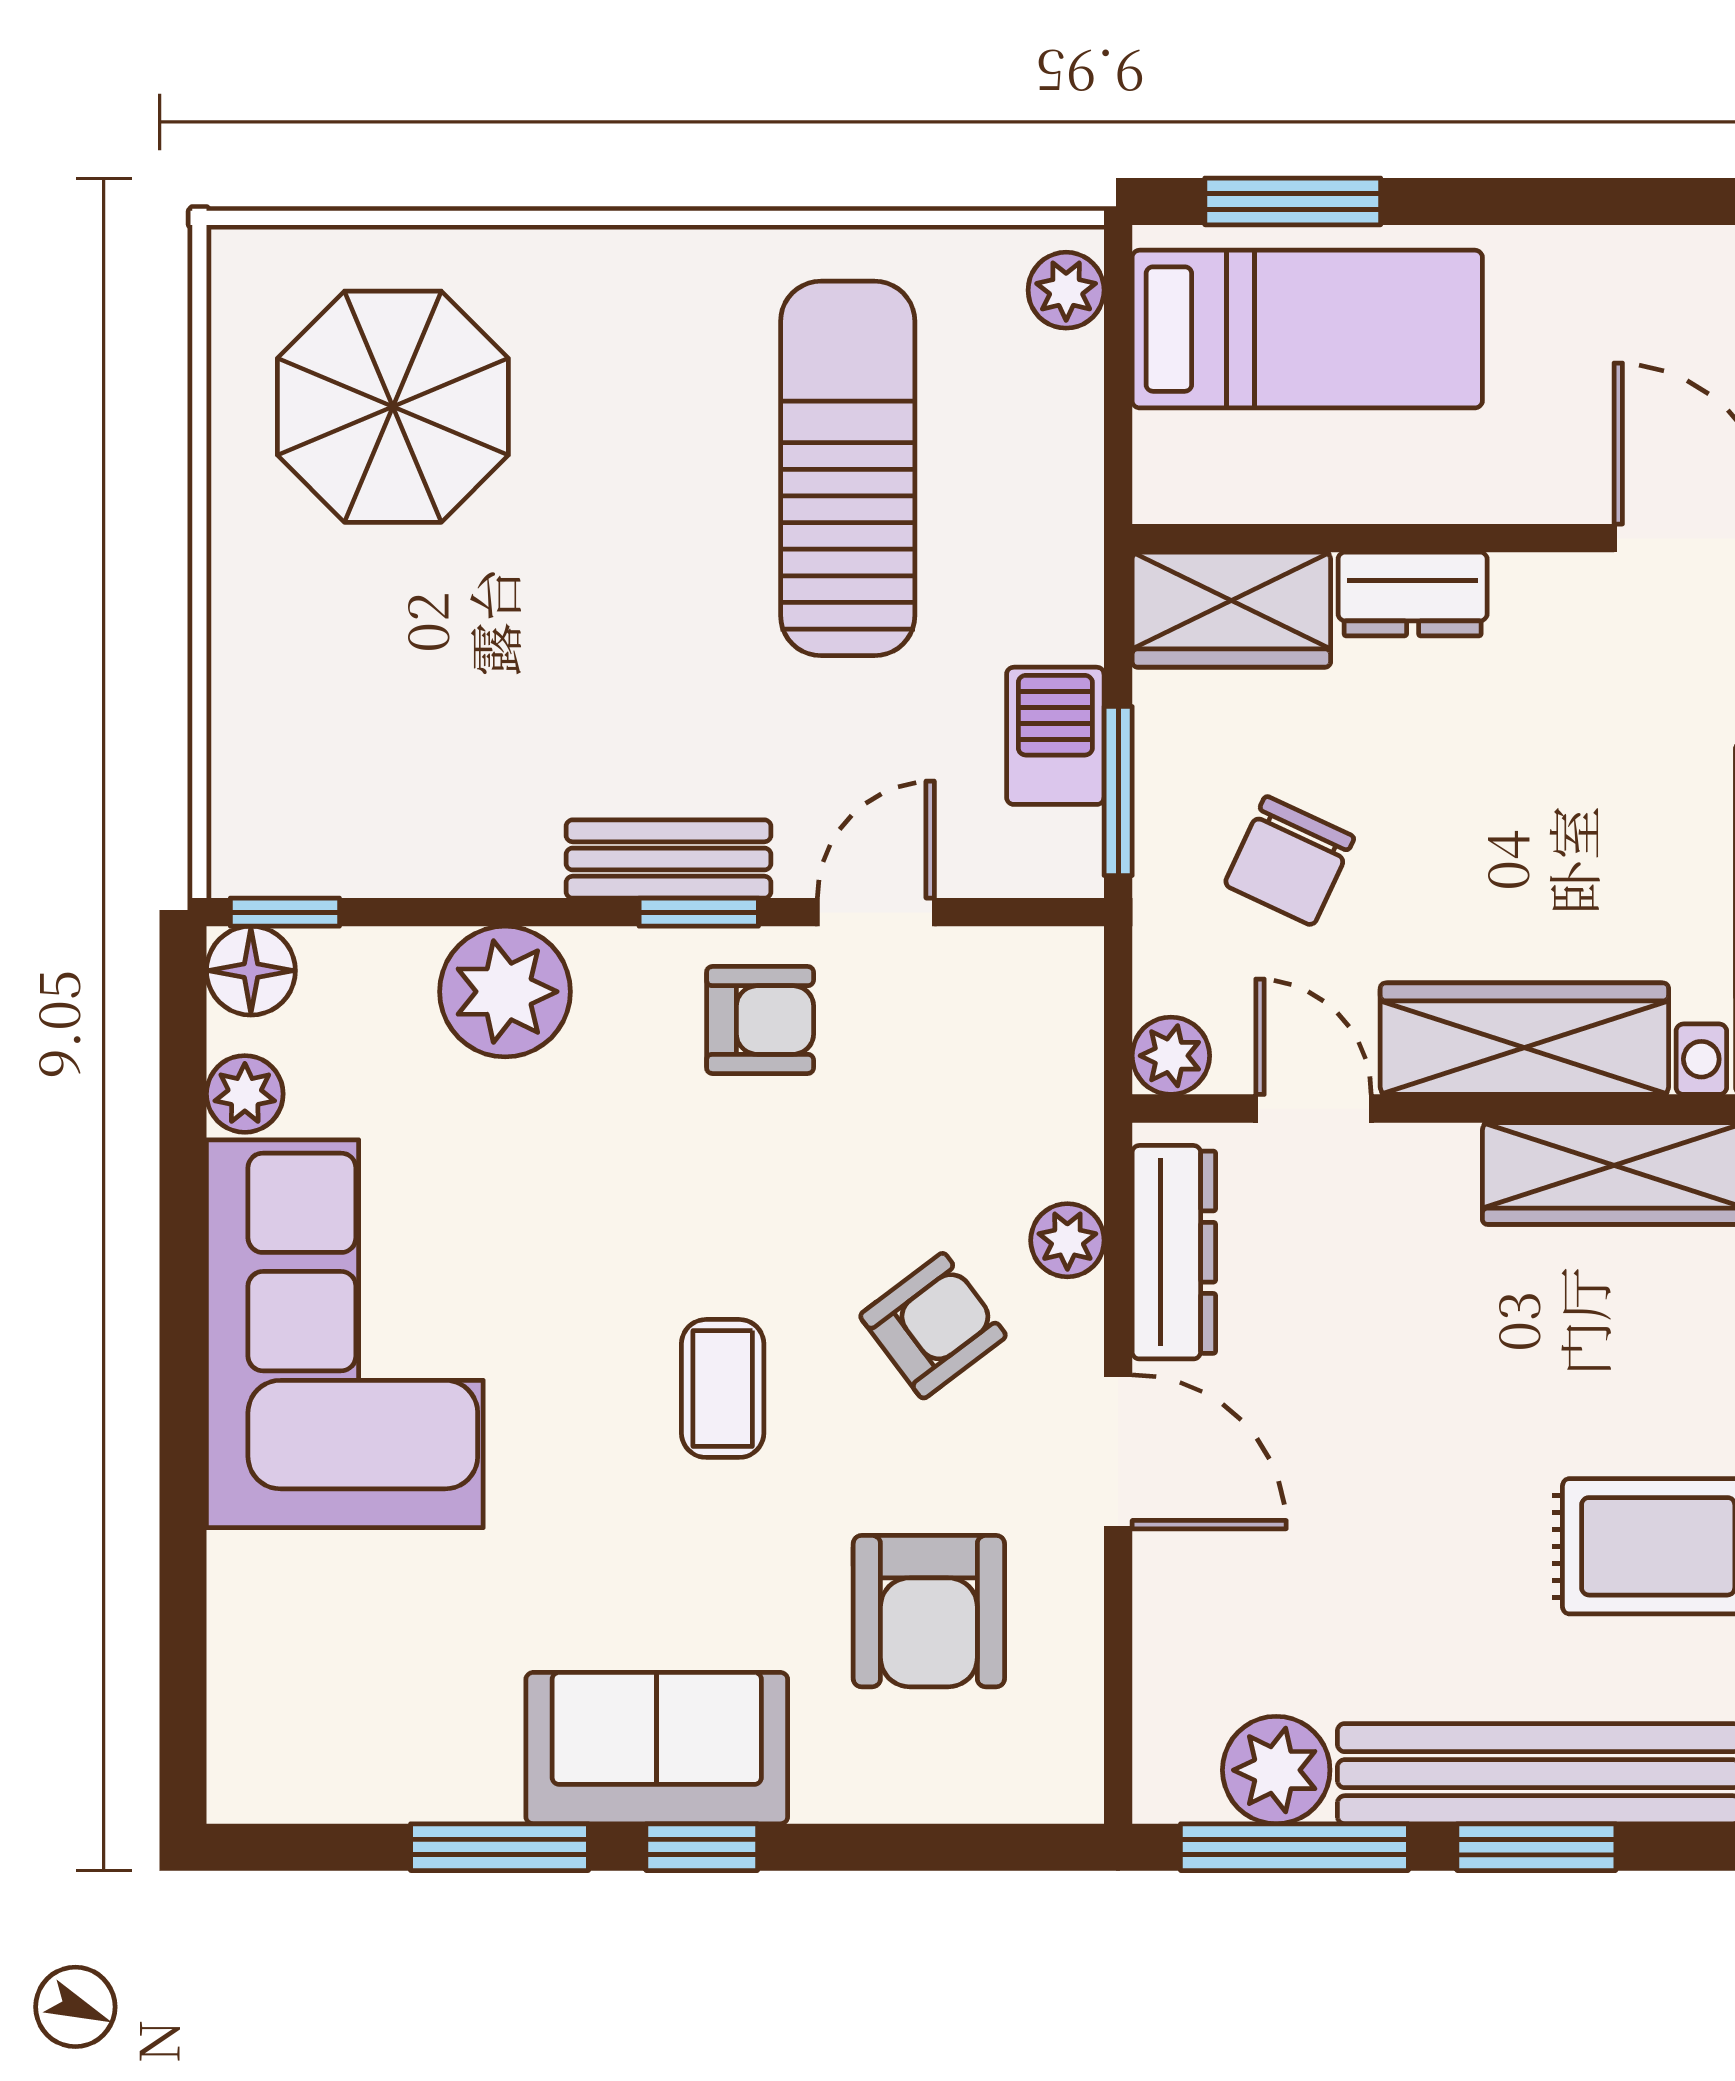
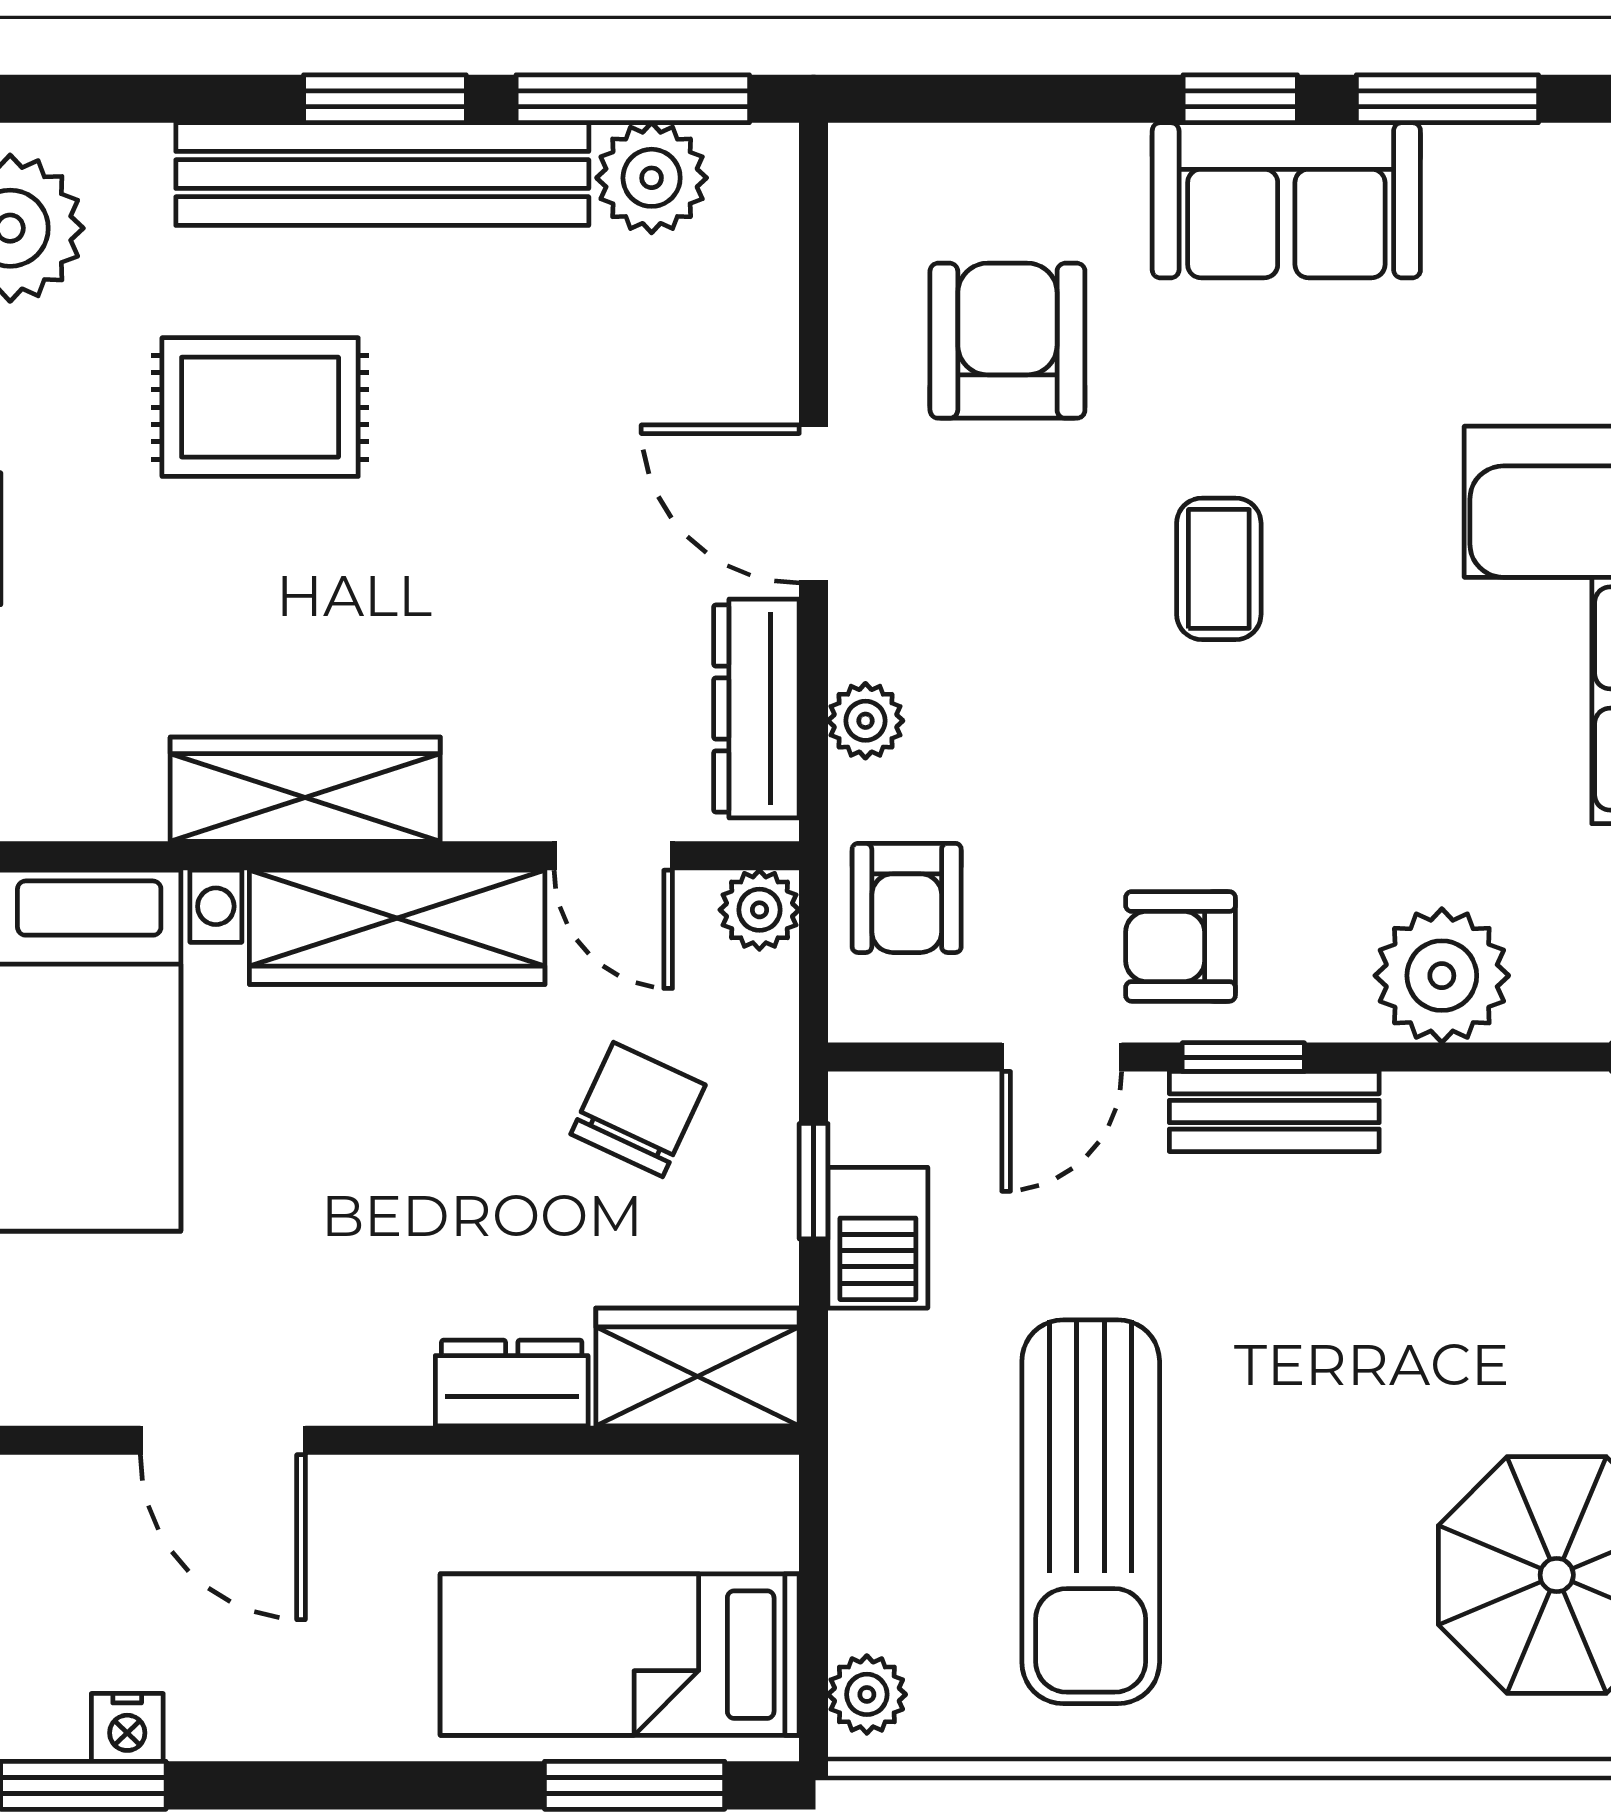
window: (1118, 791) -> (814, 1181), width x0.67
armchair: (933, 1326) -> (907, 898), moved, turned -53

